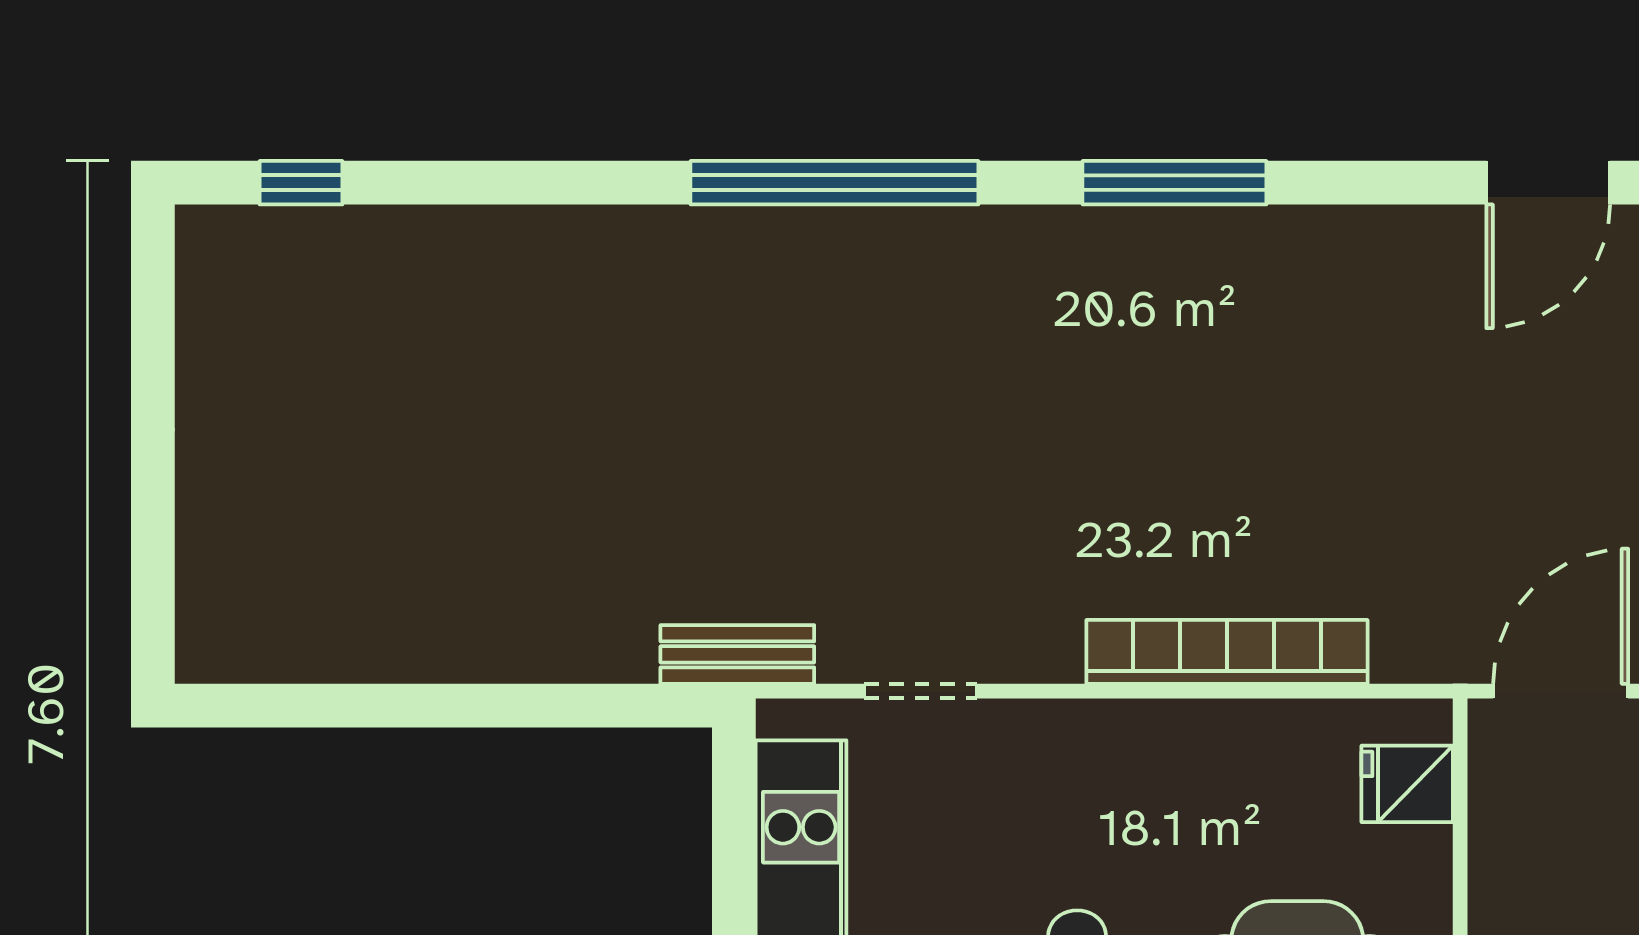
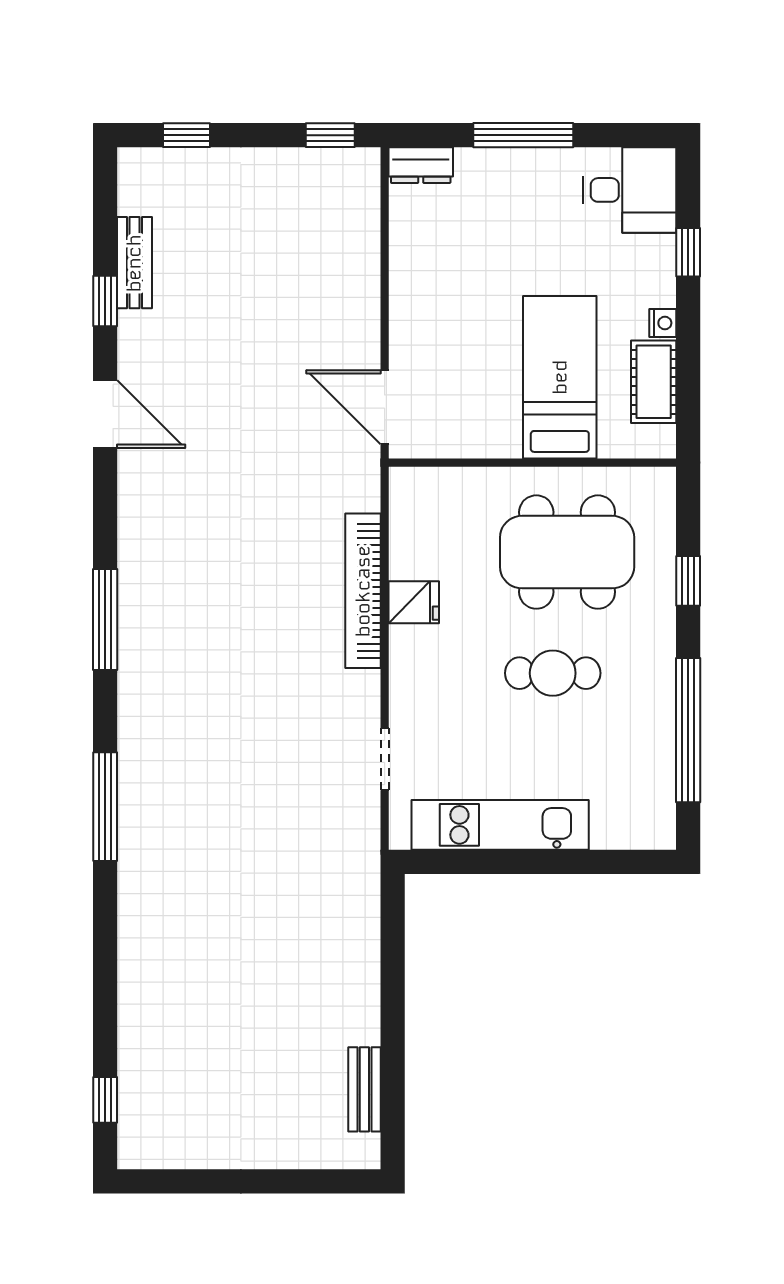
window: (834, 183) -> (105, 807), width x0.68
bench: (737, 654) -> (364, 1089), moved
fridge: (1407, 784) -> (414, 602), moved, turned -90

